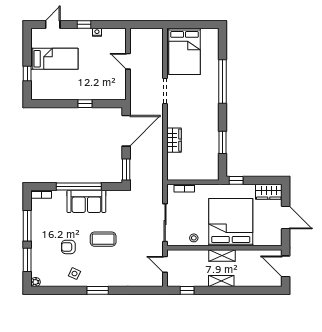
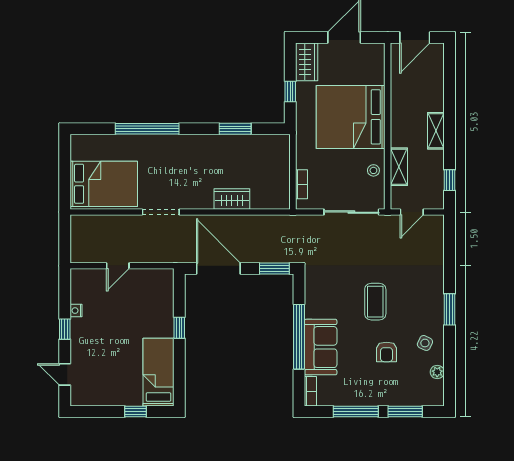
bed: (54, 59) -> (158, 372), moved
window: (236, 180) -> (290, 92), moved
sofa: (86, 201) -> (321, 347), moved
shelving: (222, 256) -> (399, 167), moved
plant: (36, 282) -> (437, 372), moved

